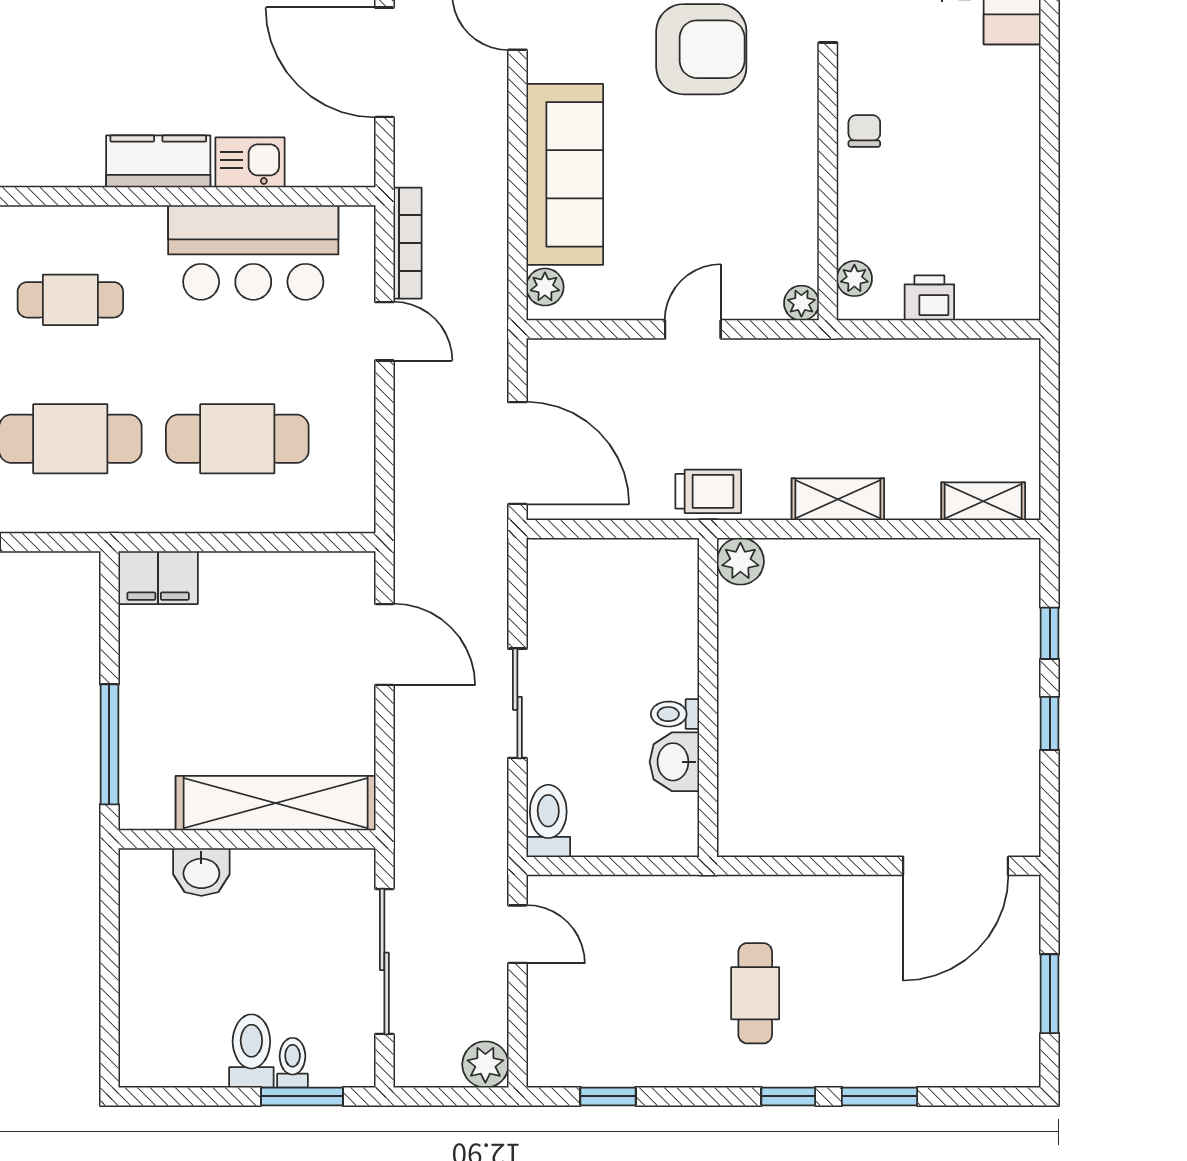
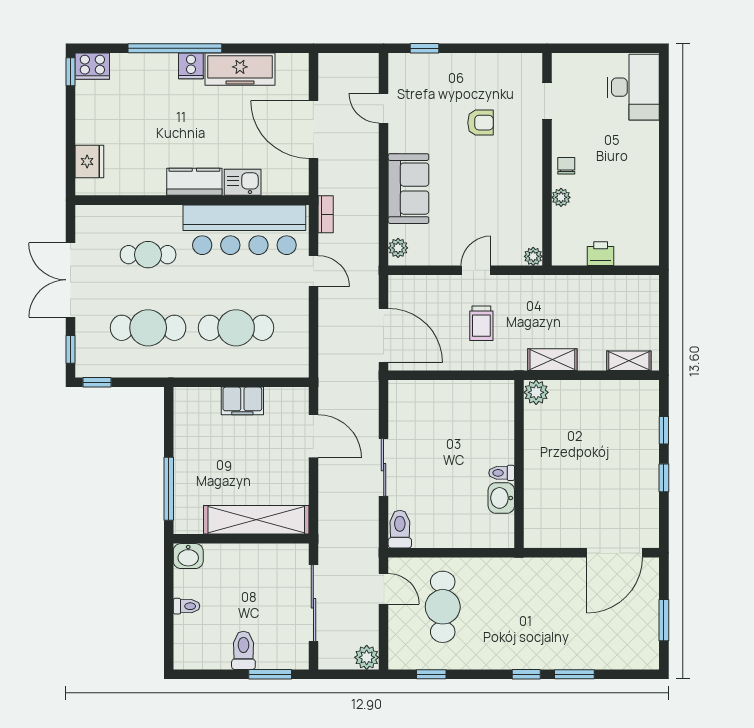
armchair: (701, 49) -> (480, 123), width x0.53, depth x0.53
sofa: (565, 174) -> (408, 189), width x0.73
bookcase: (407, 243) -> (326, 214), width x0.64
bar counter: (253, 253) -> (244, 230), width x1.36
plant: (854, 279) -> (561, 197), moved
trolley: (708, 491) -> (481, 323), moved, turned 90
plant: (740, 561) -> (536, 392), moved
filing cabinet: (158, 578) -> (242, 401), moved
wall: (708, 697) -> (519, 464), moved
toilet: (675, 714) -> (502, 473), moved
washbasin: (674, 762) -> (501, 498), moved
washbasin: (201, 872) -> (188, 556), moved
cafe table: (755, 993) -> (443, 607), moved, width x1.37, depth x1.35
toilet: (293, 1063) -> (186, 606), moved, turned 90

